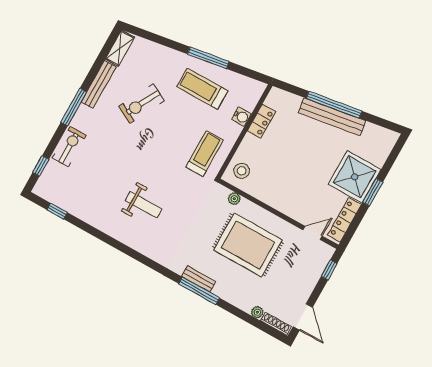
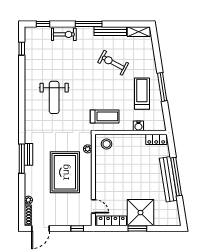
locker: (262, 121) -> (156, 139), moved
weight bench: (144, 205) -> (54, 97), width x1.36, depth x1.33

